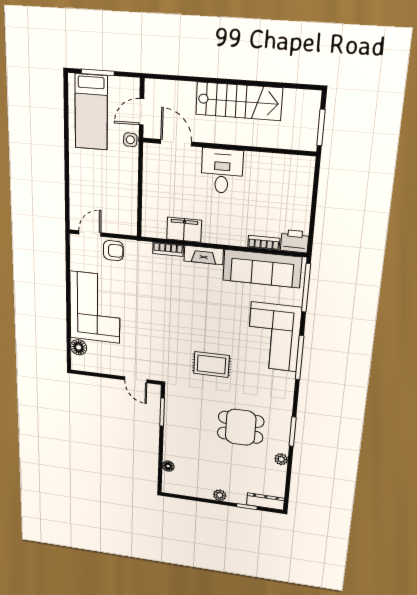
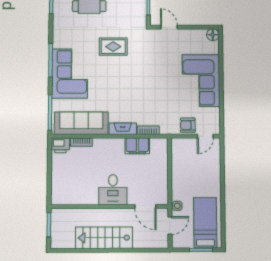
floor lamp: (79, 347) -> (213, 35), moved

